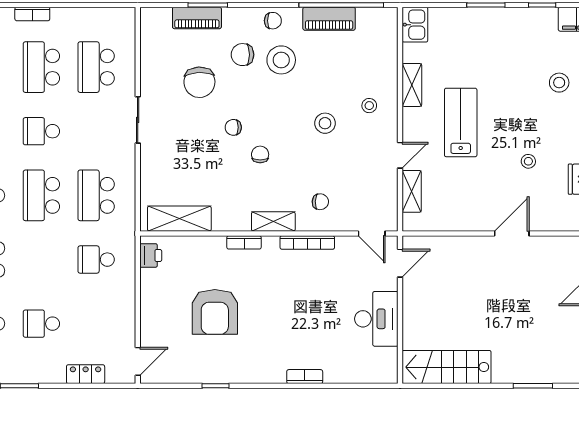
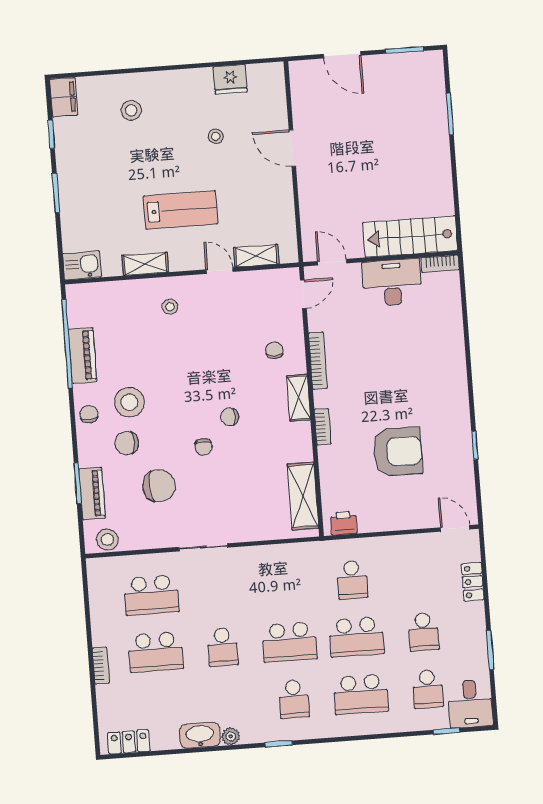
chair: (242, 55) -> (127, 443), turned 90
lab bench: (461, 122) -> (181, 210), turned 180
stool: (325, 123) -> (107, 540), moved
school desk: (96, 195) -> (356, 637), moved
stairs: (447, 367) -> (410, 237), moved, turned 90
bookcase: (305, 377) -> (440, 264), moved, turned -90

